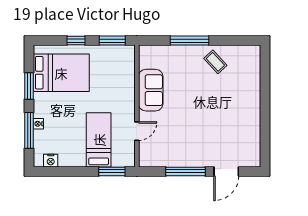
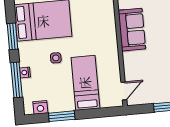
side table: (71, 112) -> (56, 58), added
door: (137, 131) -> (124, 91), moved
window: (112, 171) -> (62, 116), moved

